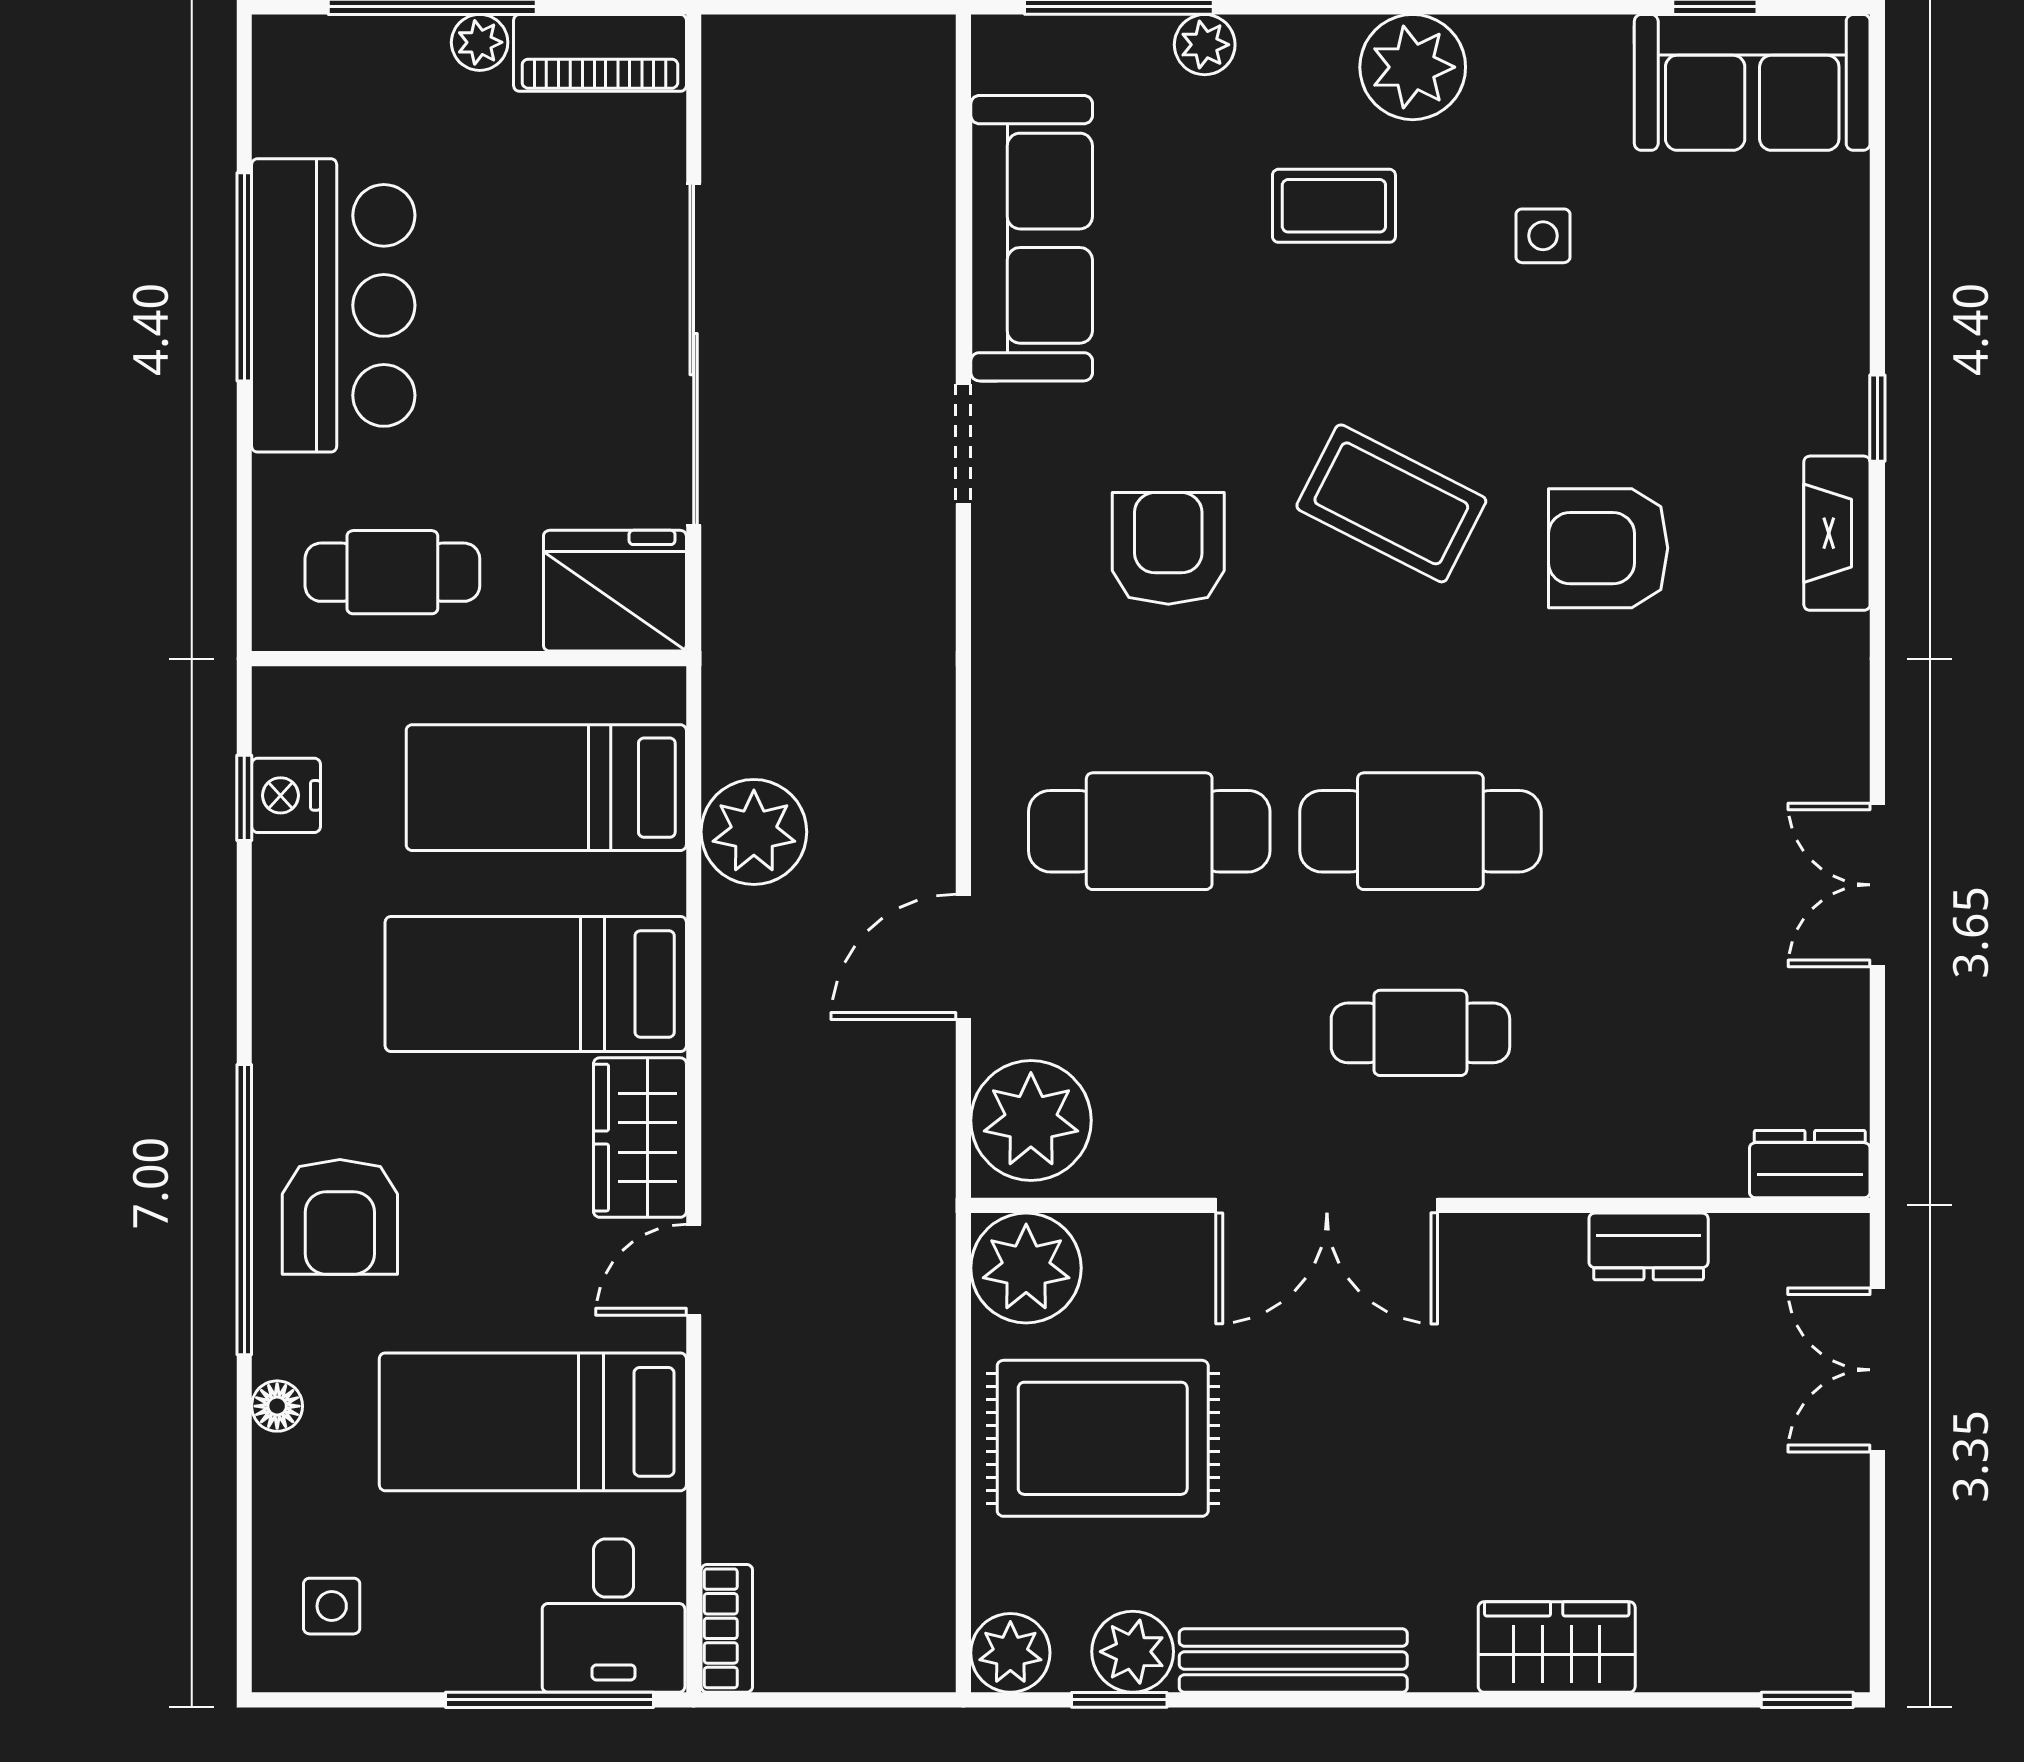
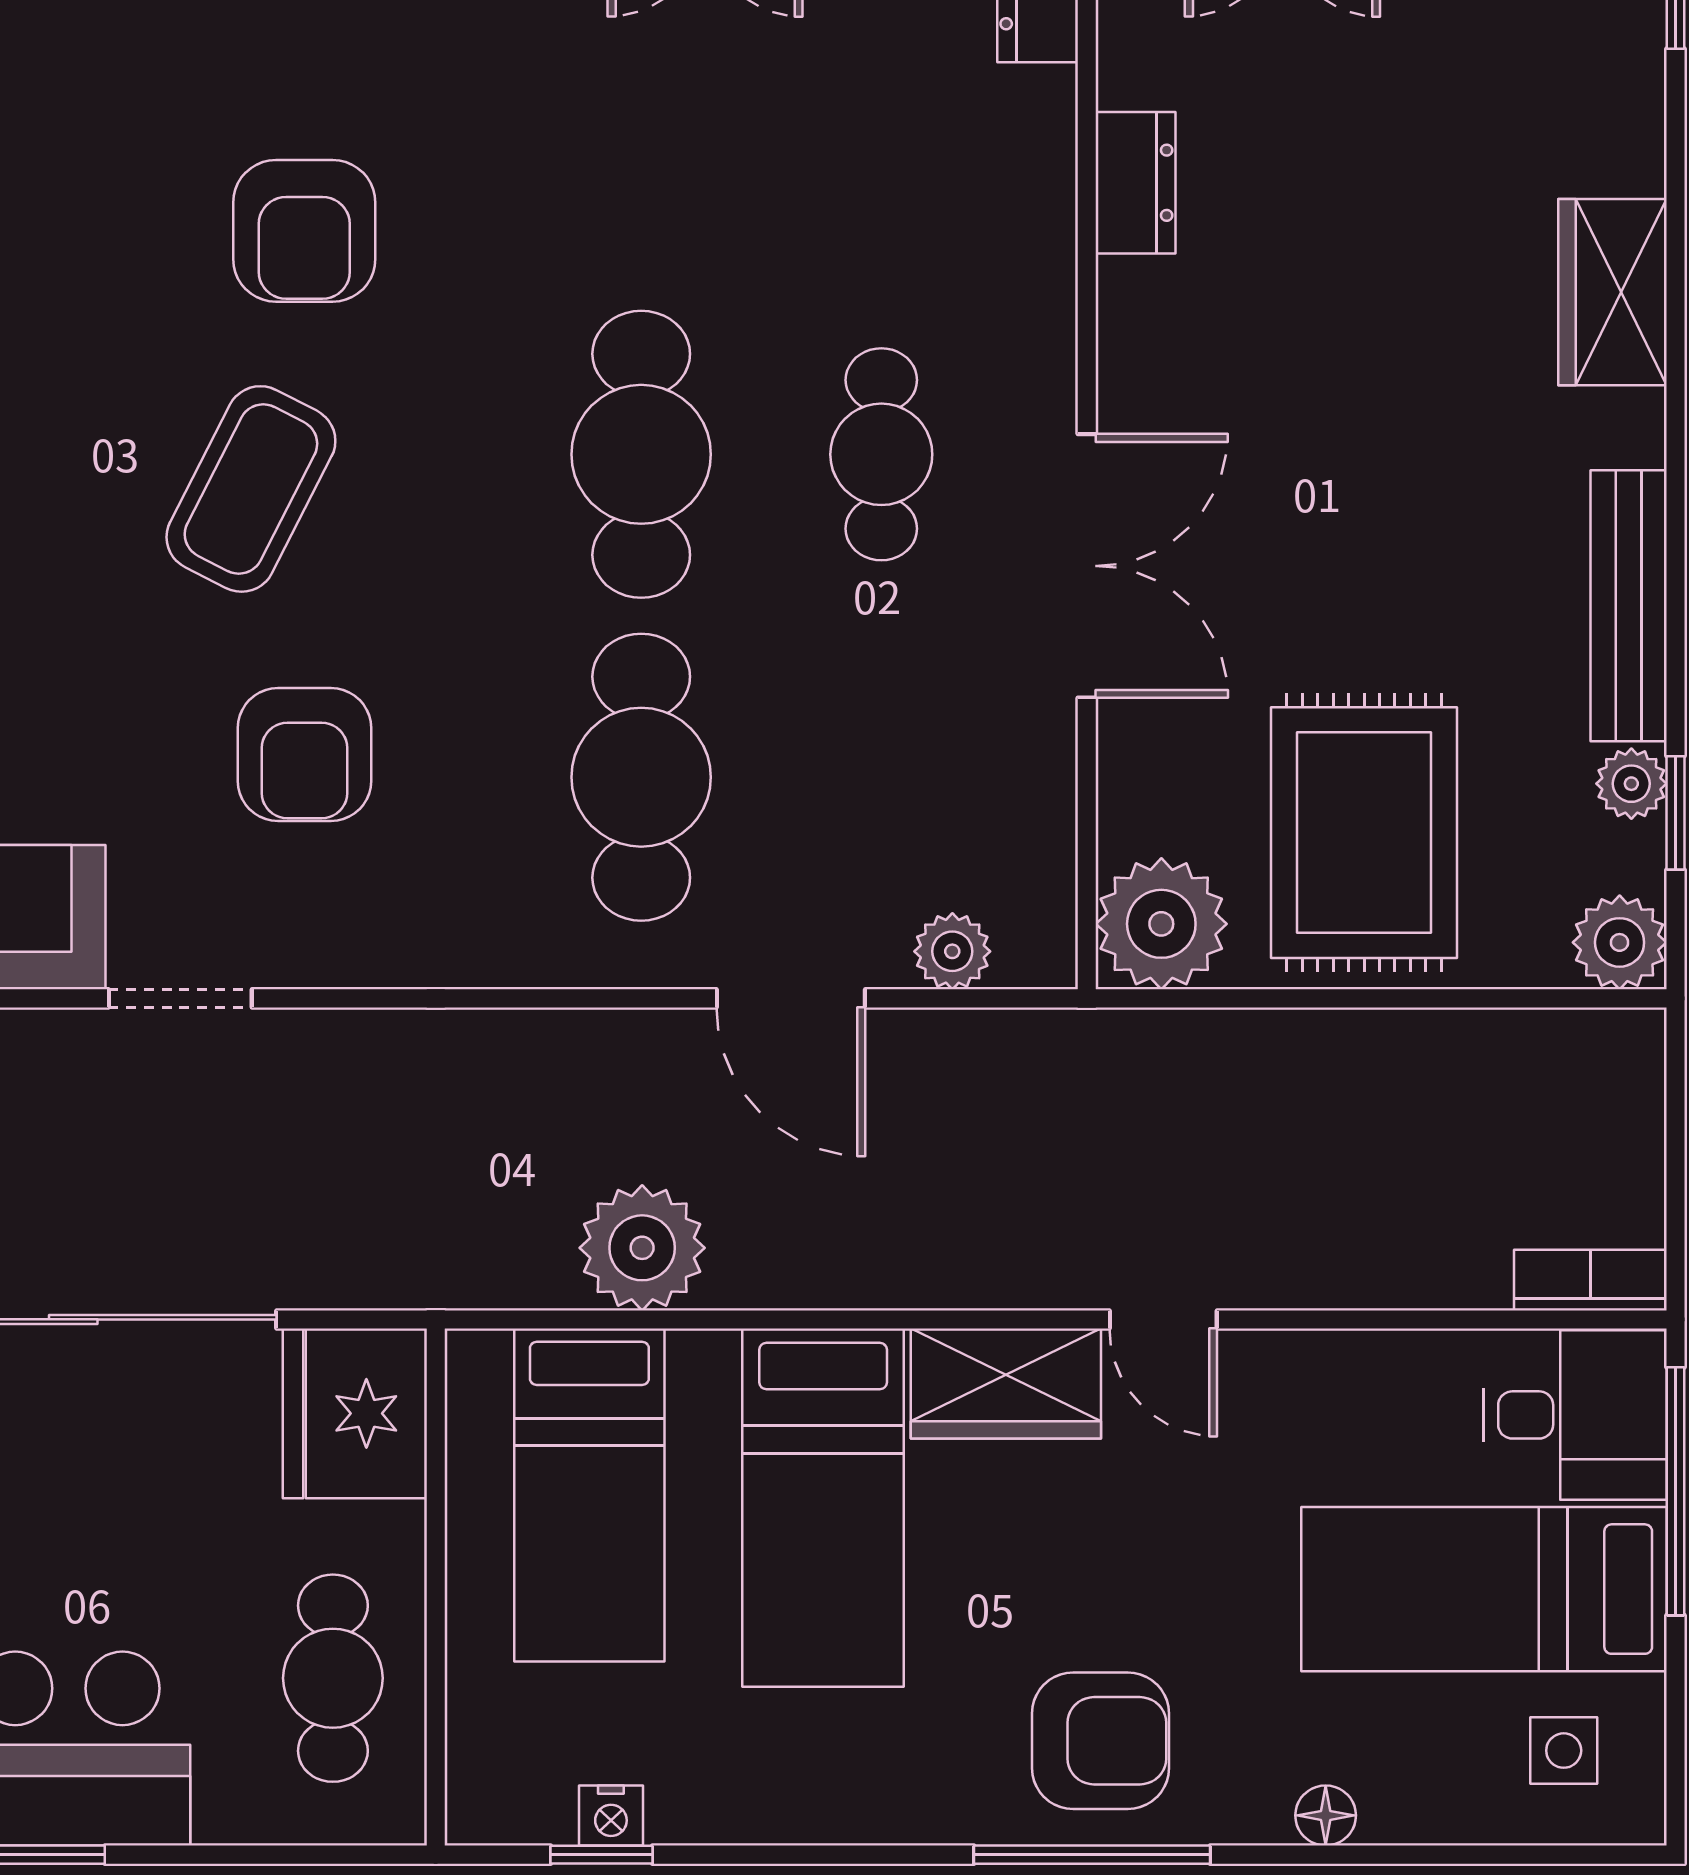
armchair: (1168, 548) -> (304, 755), turned -90
nightstand: (286, 795) -> (611, 1816), width x0.72, depth x0.74
plant: (1031, 1120) -> (952, 951), width x0.53, depth x0.53
window: (244, 1210) -> (1092, 1855), width x0.68
bed: (533, 1422) -> (1484, 1589), moved, turned 90
plant: (1133, 1652) -> (1631, 784), width x0.73, depth x0.73

